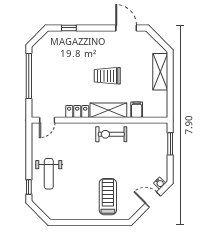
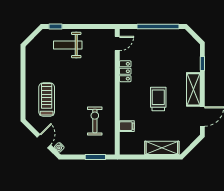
shelving: (108, 110) -> (193, 89), moved
door: (47, 120) -> (117, 43), swing flipped
exercise bike: (111, 134) -> (95, 121), moved
treadmill: (108, 197) -> (47, 100), turned -90

